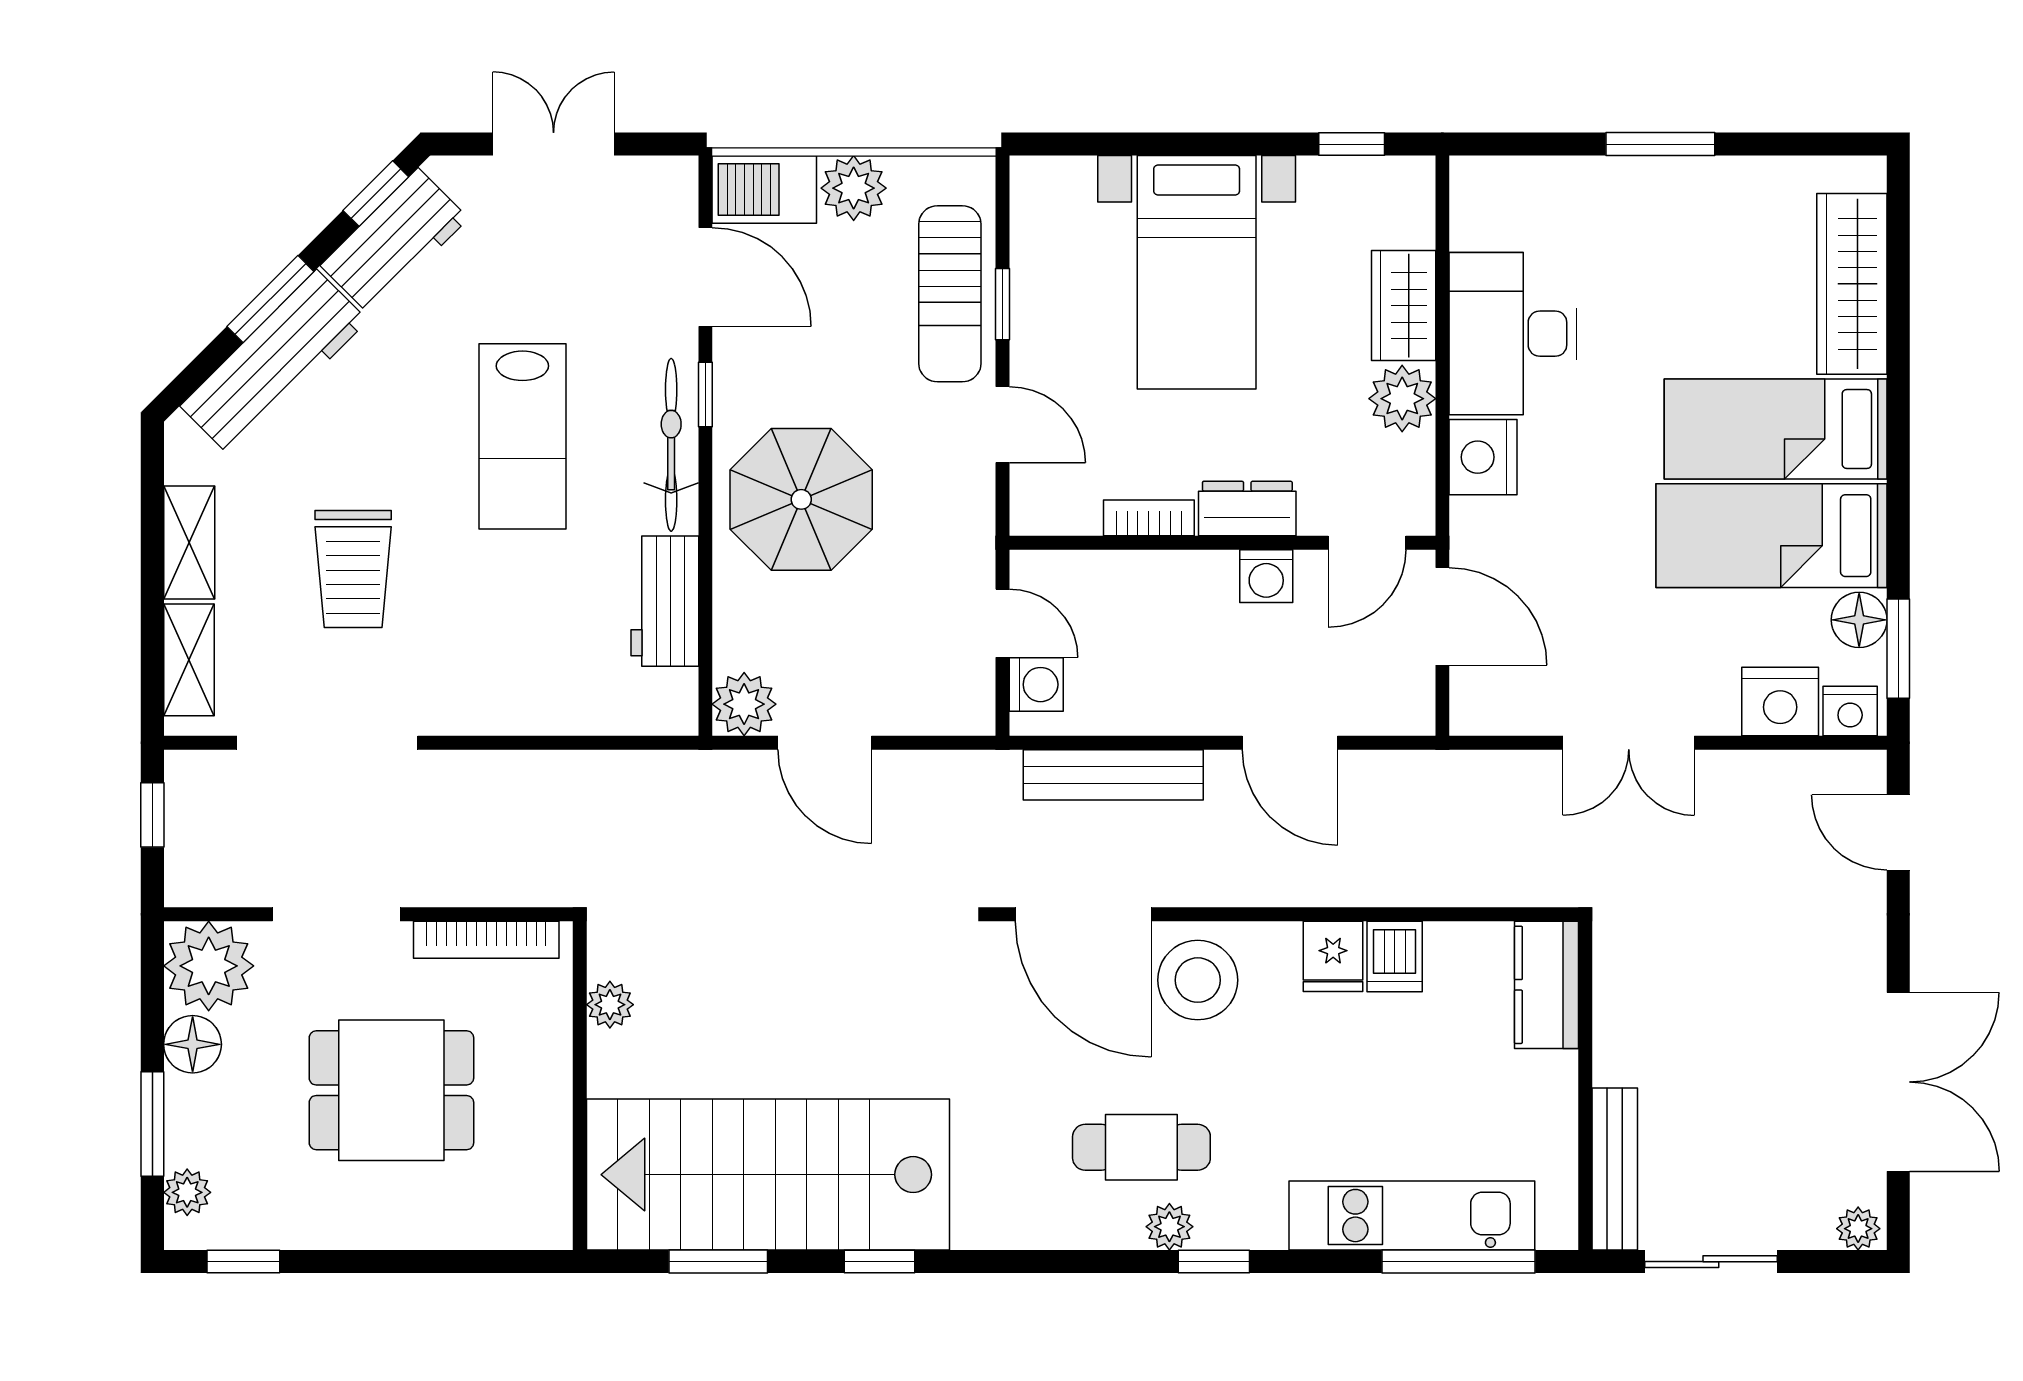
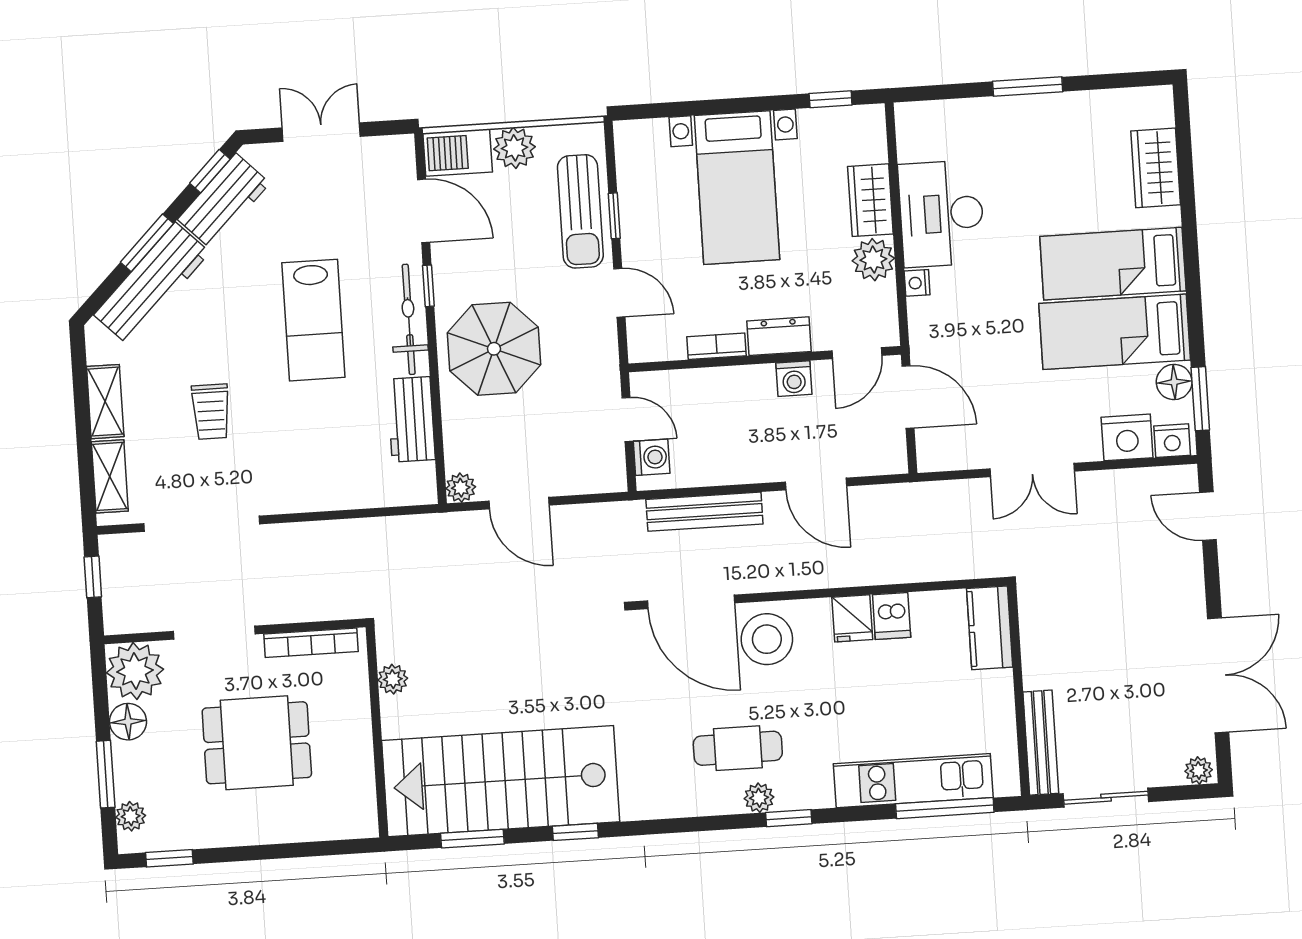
wardrobe: (1852, 284) -> (1156, 168), width x0.67
nightstand: (1483, 457) -> (917, 283), width x0.53, depth x0.56
trolley: (353, 569) -> (211, 412), width x0.73, depth x0.72
plant: (744, 704) -> (461, 488), width x0.73, depth x0.73

